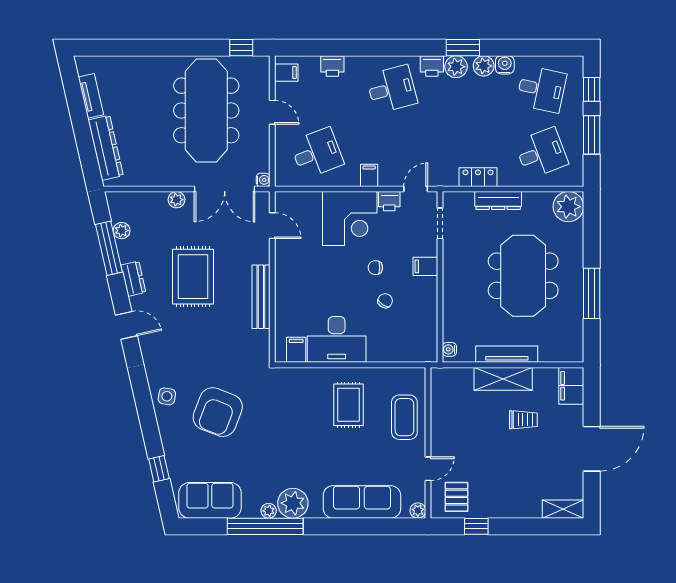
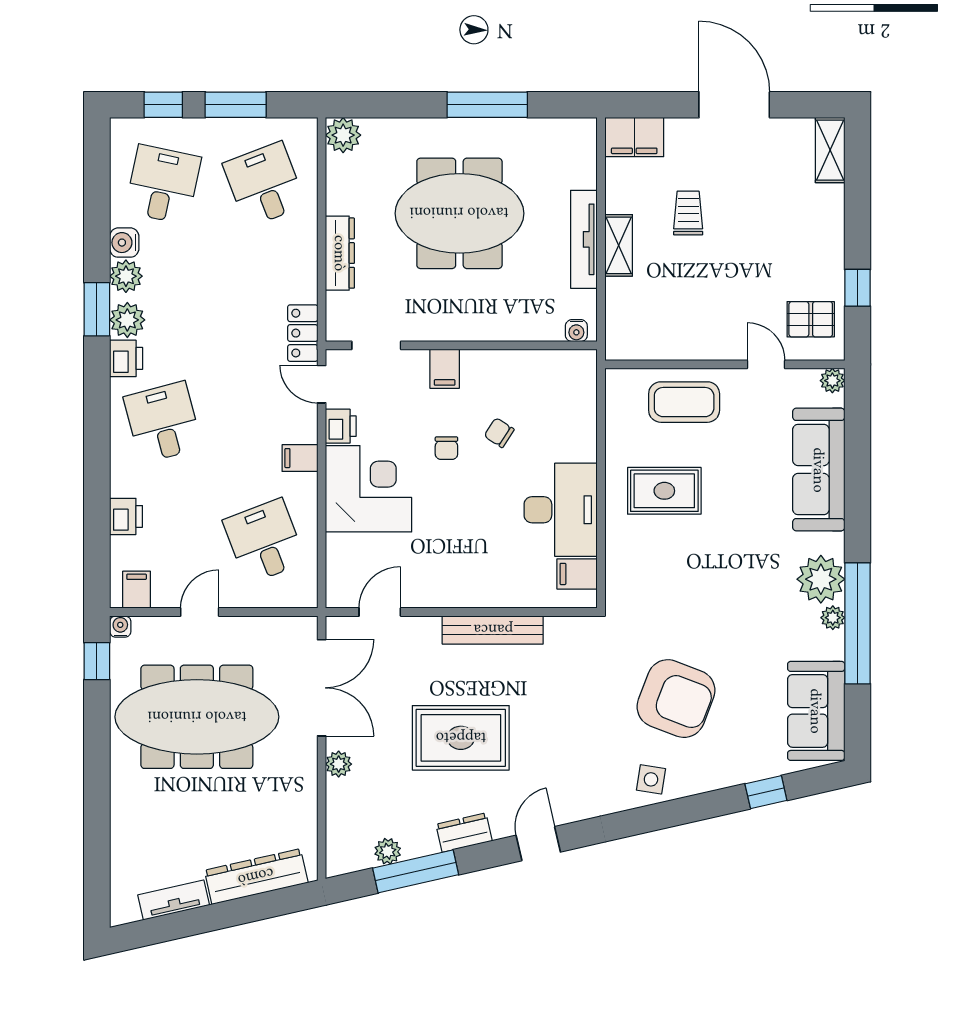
locker: (478, 177) -> (303, 333), moved
water cooler: (263, 180) -> (120, 627), moved
plant: (568, 207) -> (343, 135), width x0.73, depth x0.73
shelving: (503, 379) -> (619, 245), width x0.67, depth x0.75

